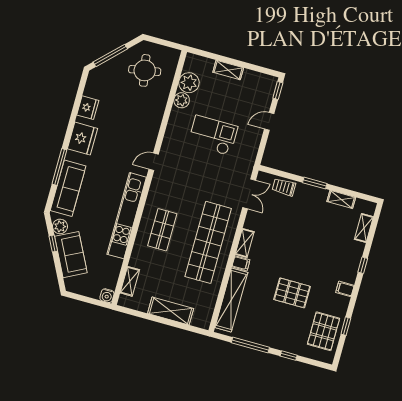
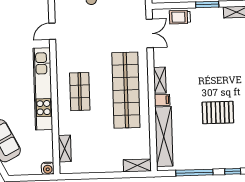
shelving: (171, 311) -> (137, 165), moved, width x0.67, depth x0.75

